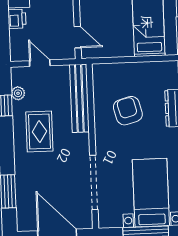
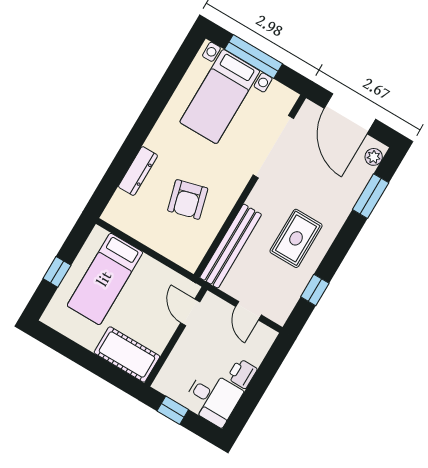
plant: (18, 93) -> (374, 157), moved

